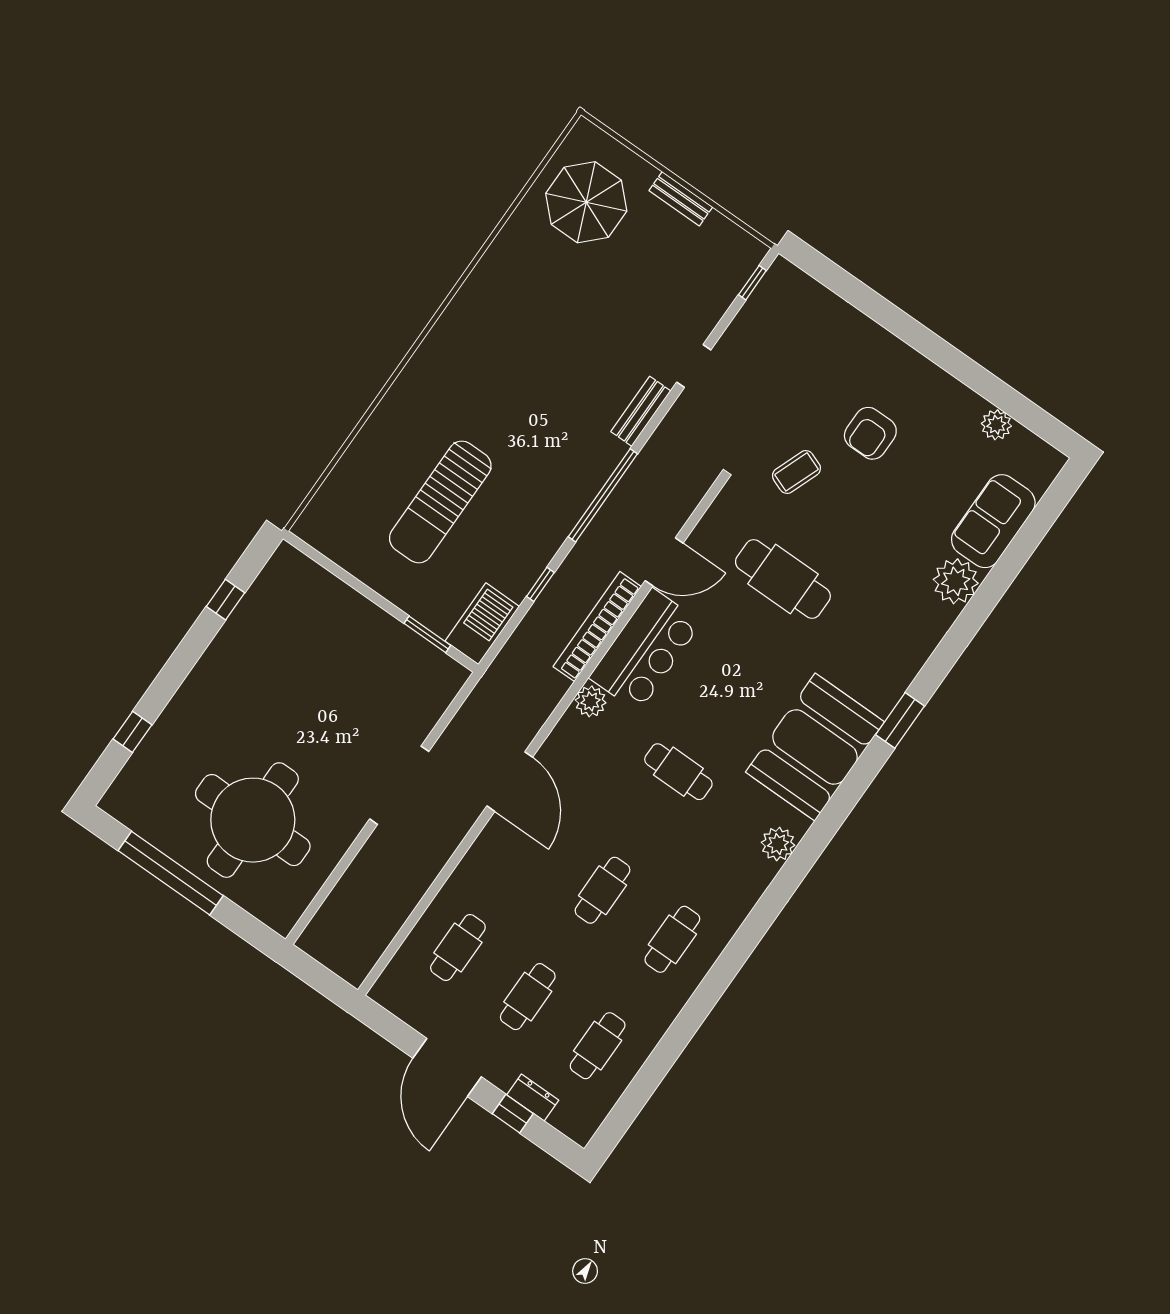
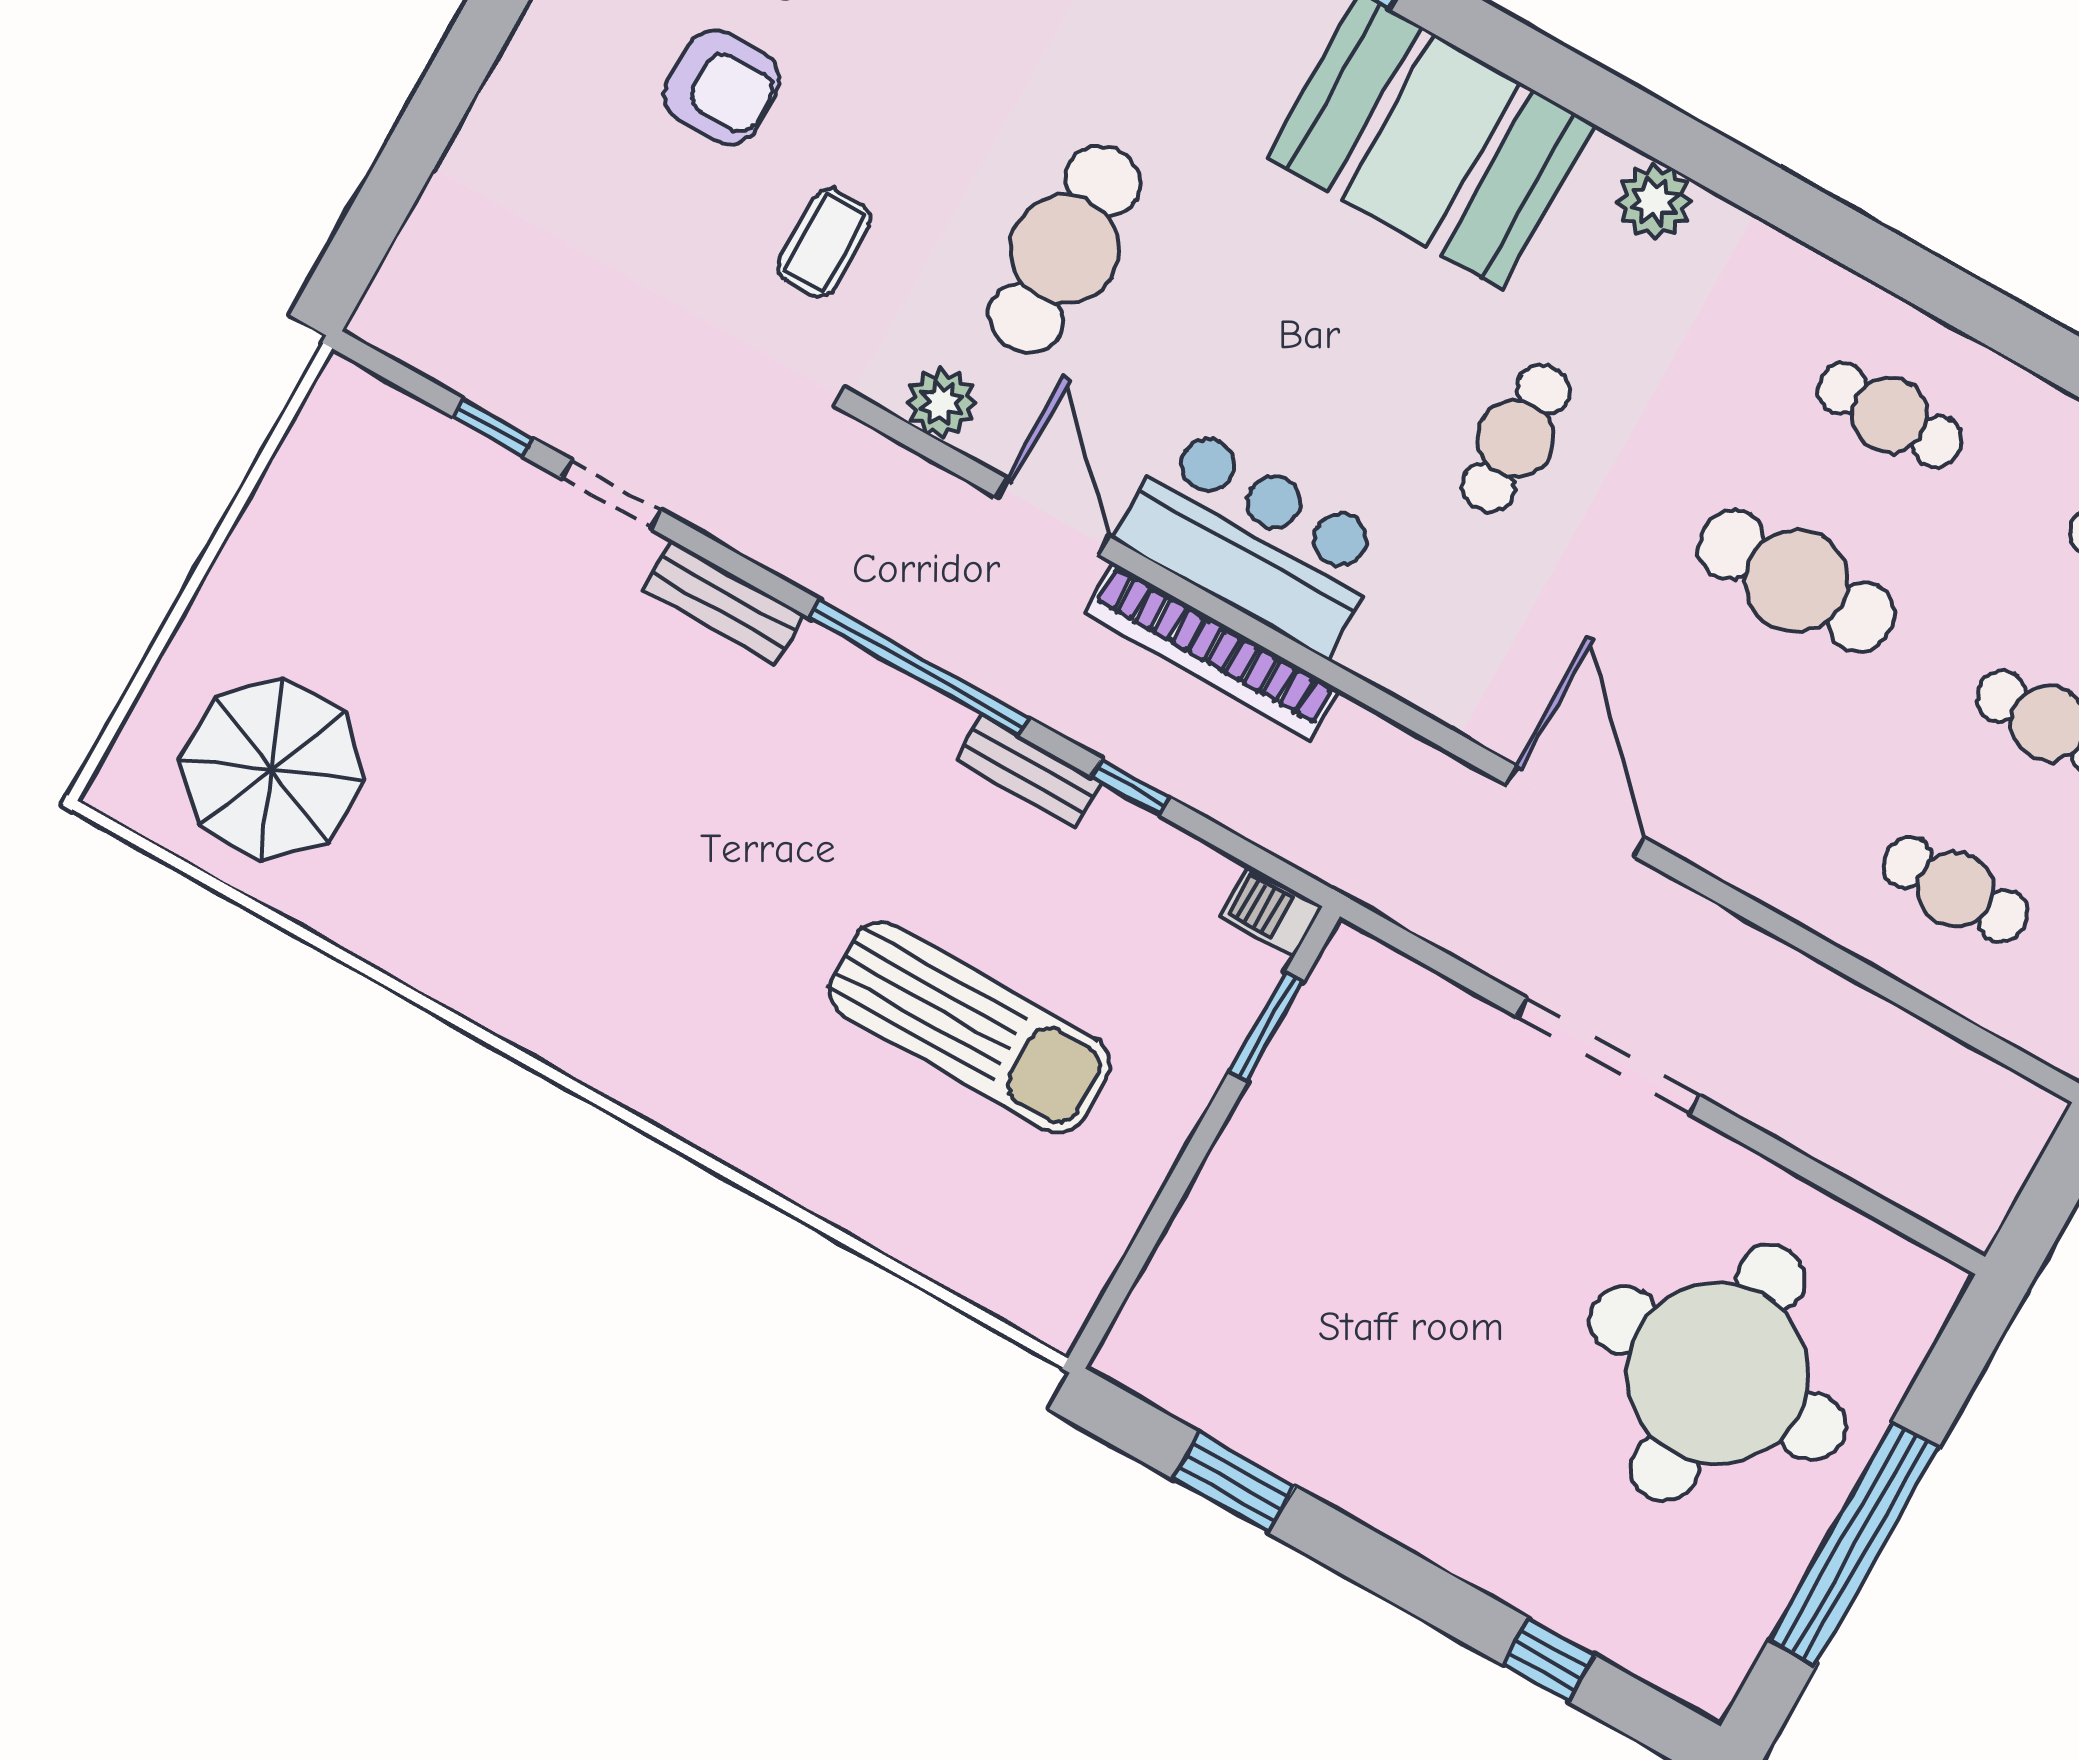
bench: (681, 199) -> (1029, 771), moved, turned 90
window: (752, 283) -> (493, 428), moved
coffee table: (796, 472) -> (824, 243), turned 69
window: (226, 600) -> (1234, 1483), width x1.50
barbecue: (482, 624) -> (1271, 912), width x0.53, depth x0.65
plant: (591, 701) -> (942, 403), moved
door: (510, 782) -> (1575, 811), hinge flipped
cafe table: (602, 890) -> (1796, 581), width x1.37, depth x1.35

